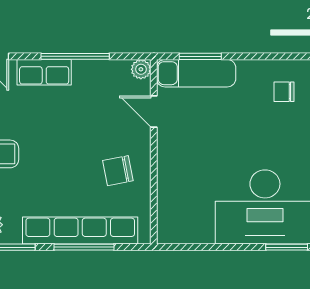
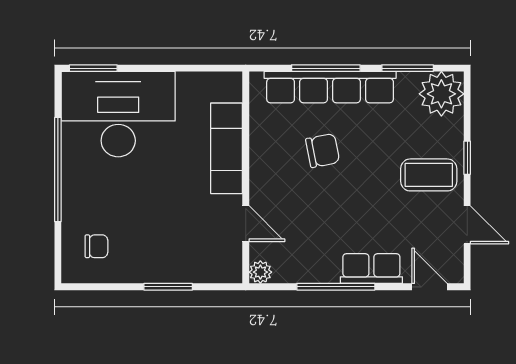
window: (200, 56) -> (168, 287), moved
exam couch: (196, 73) -> (226, 148), moved, turned -90
chair: (118, 171) -> (323, 151), moved

